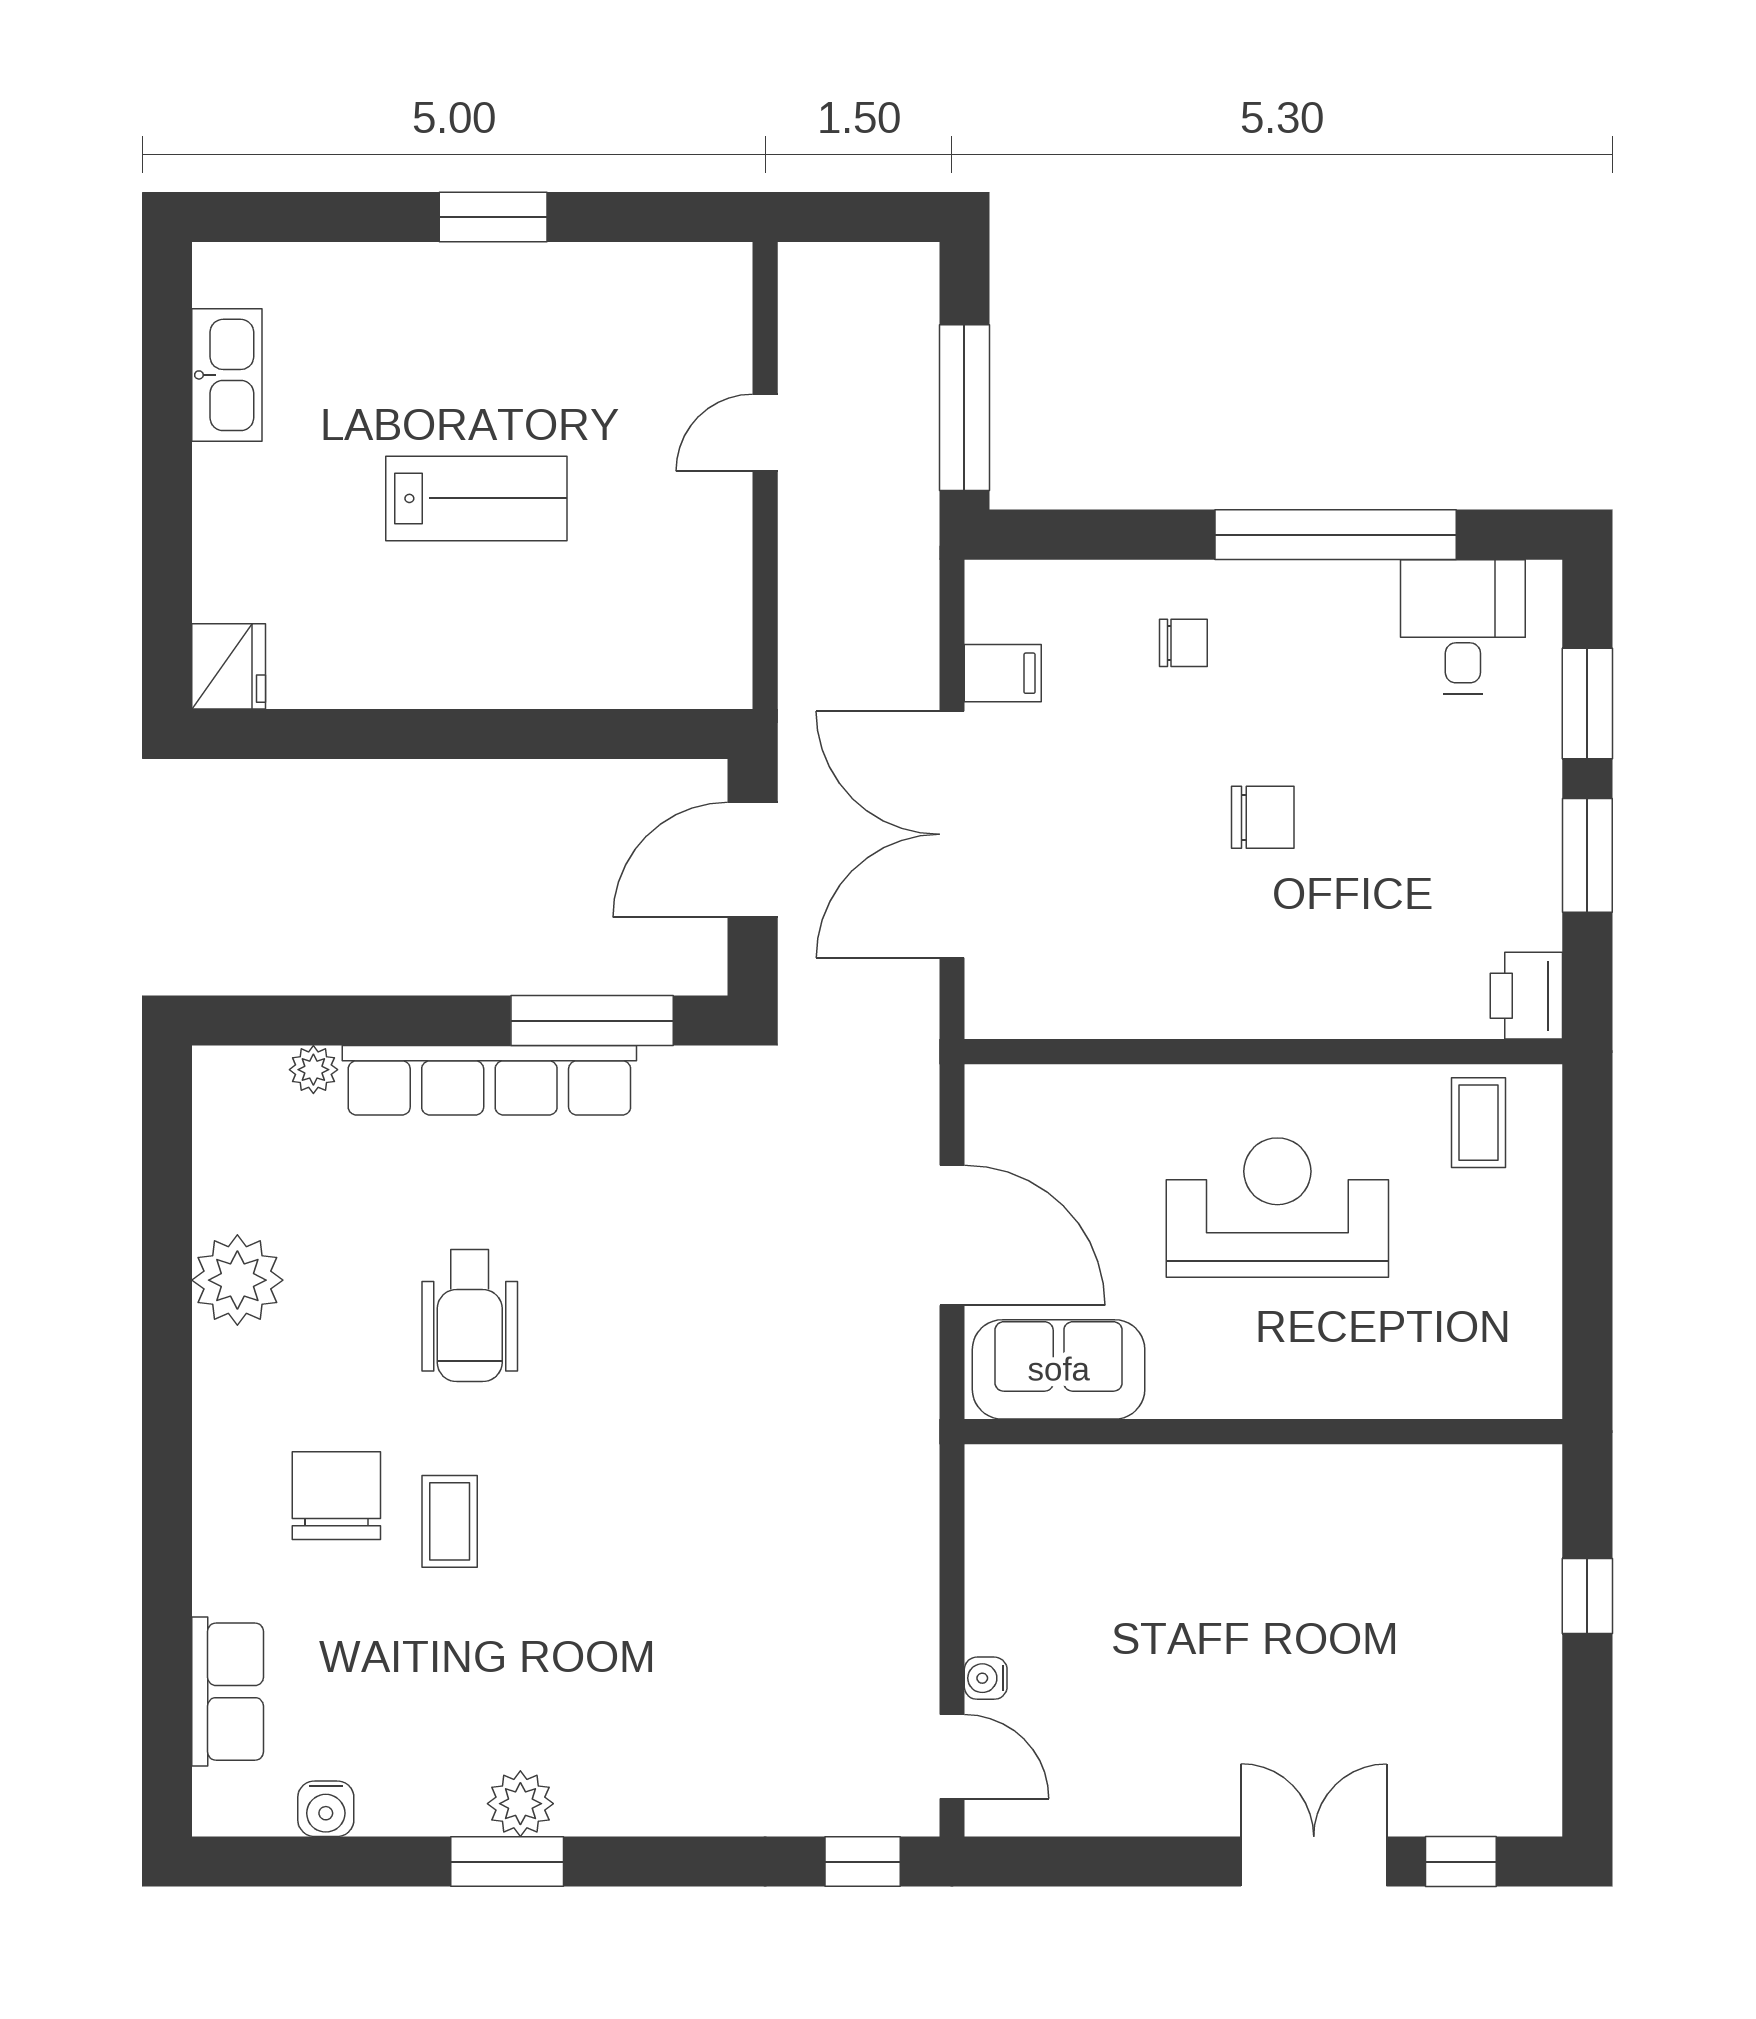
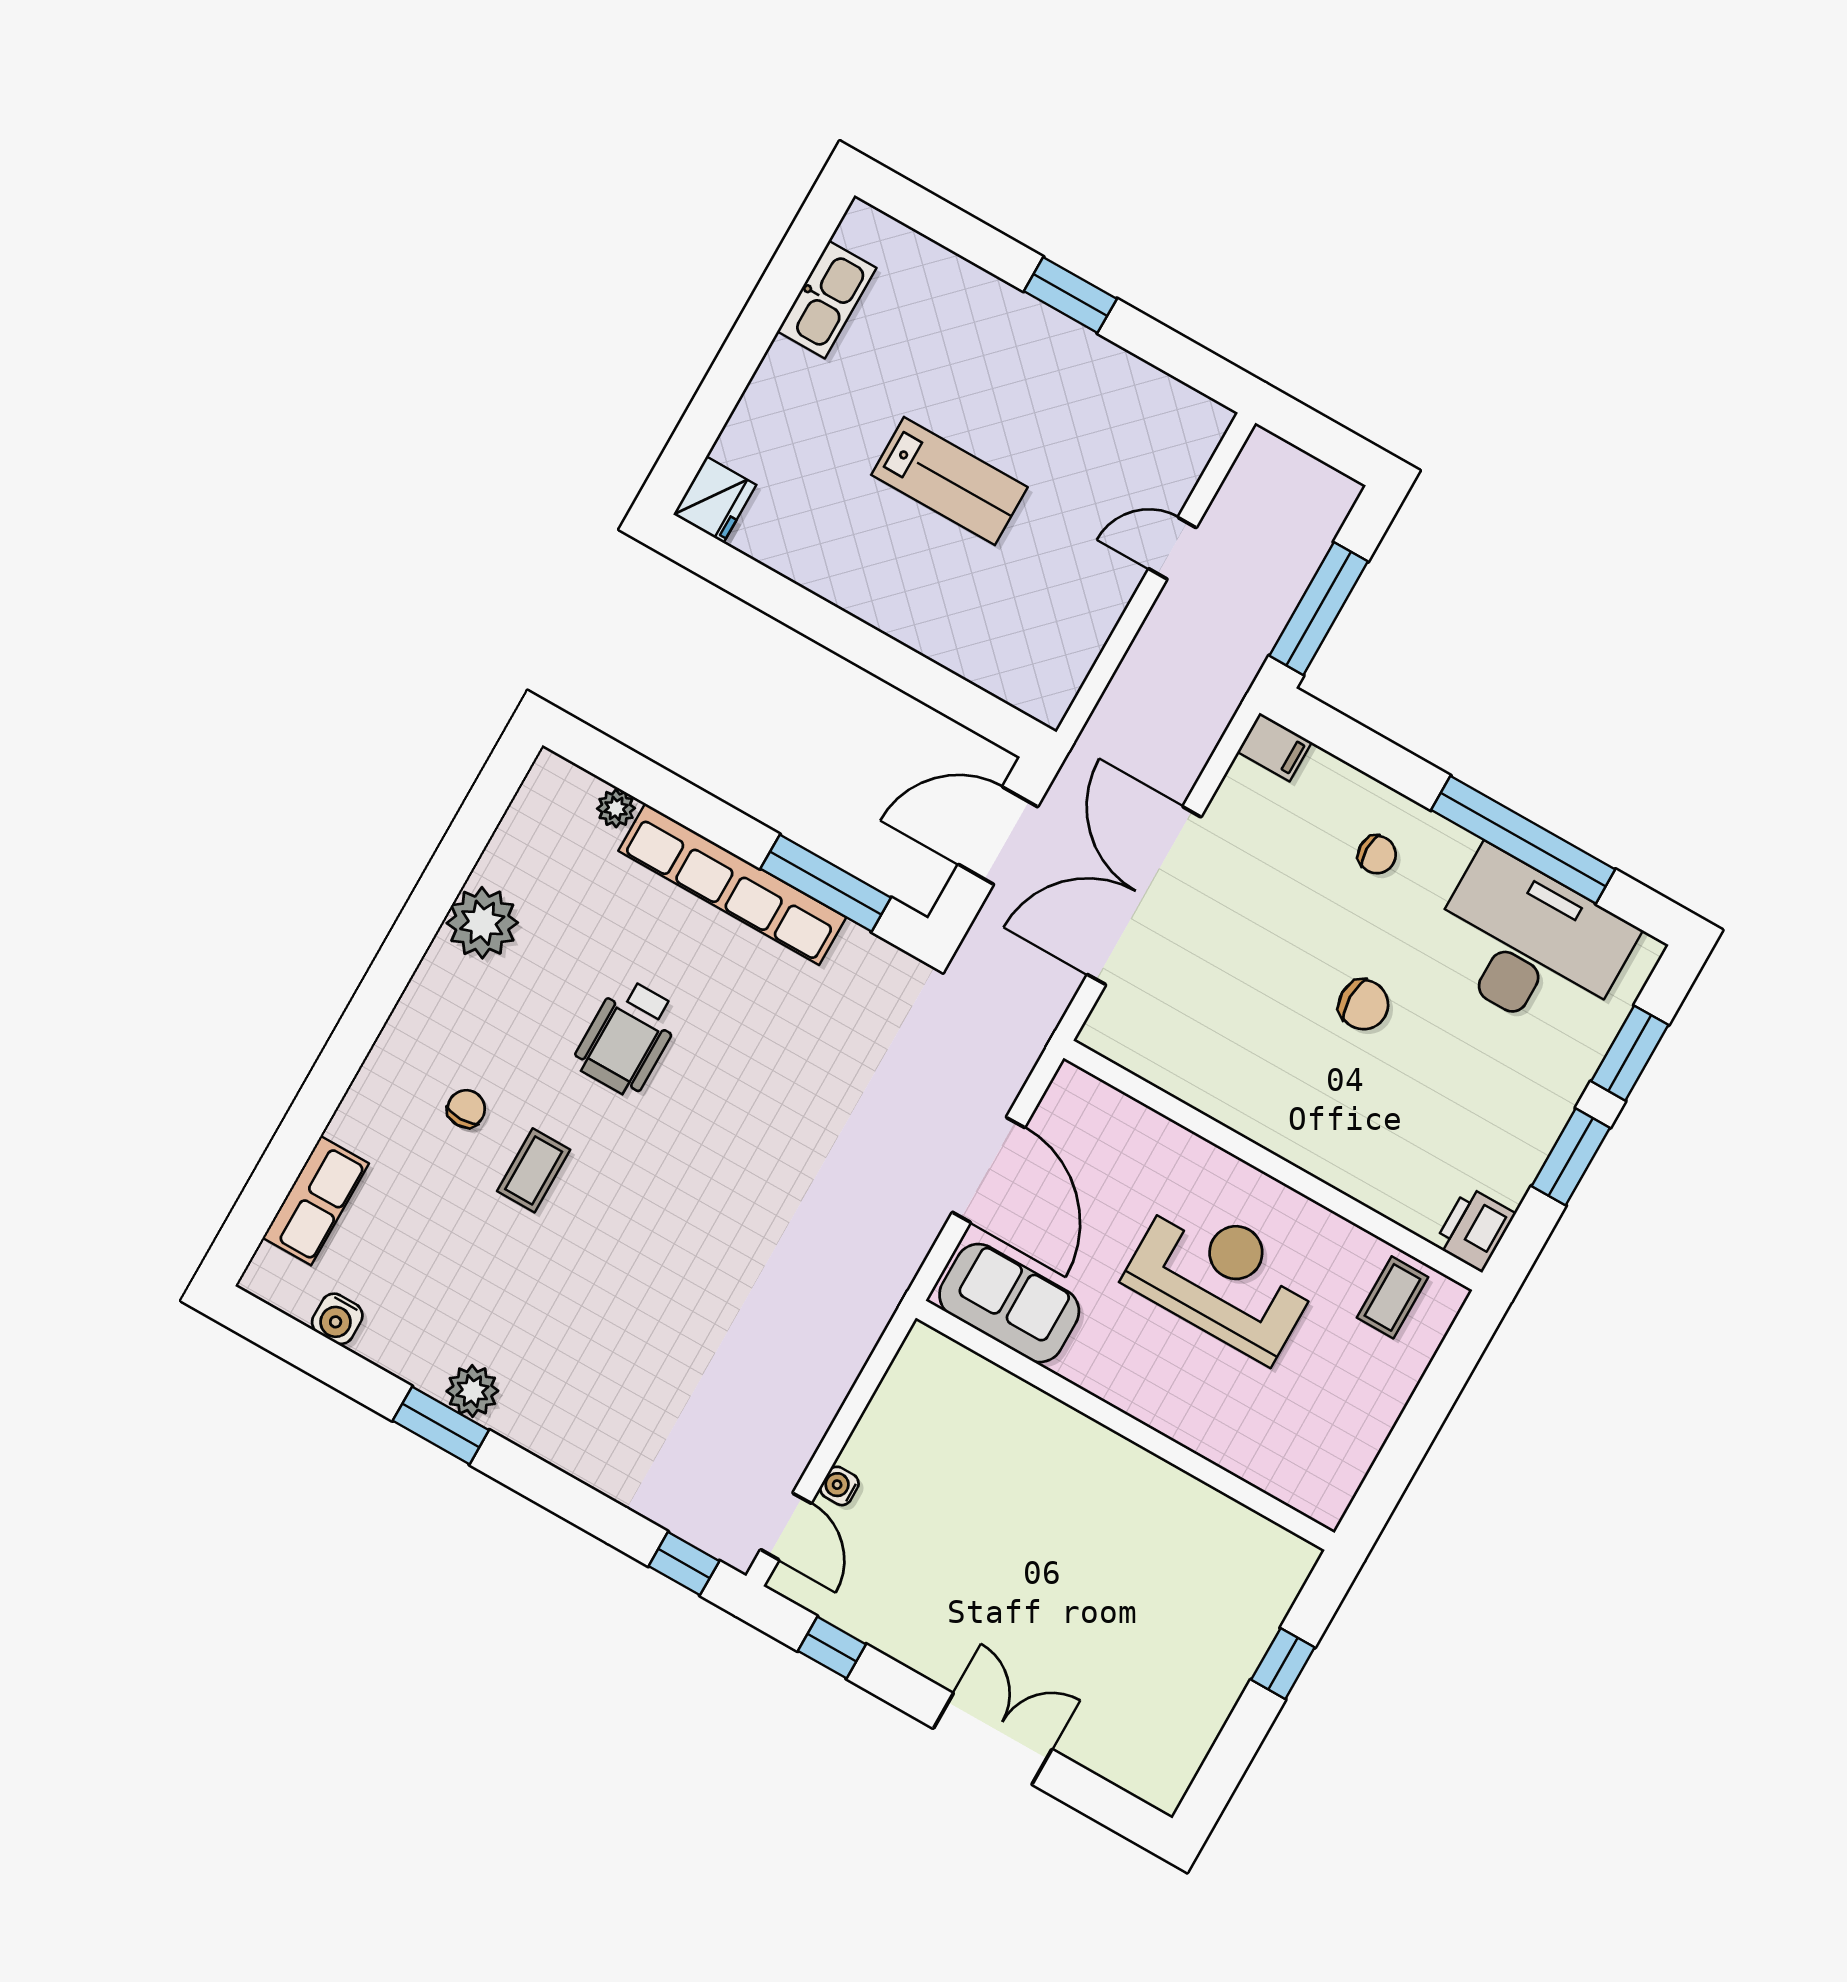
desk: (1463, 627) -> (1530, 945), width x1.87, depth x1.30
filing cabinet: (1003, 673) -> (1275, 747), moved
chair: (336, 1496) -> (466, 1109), width x0.54, depth x0.54
window: (1461, 1862) -> (832, 1648), moved

